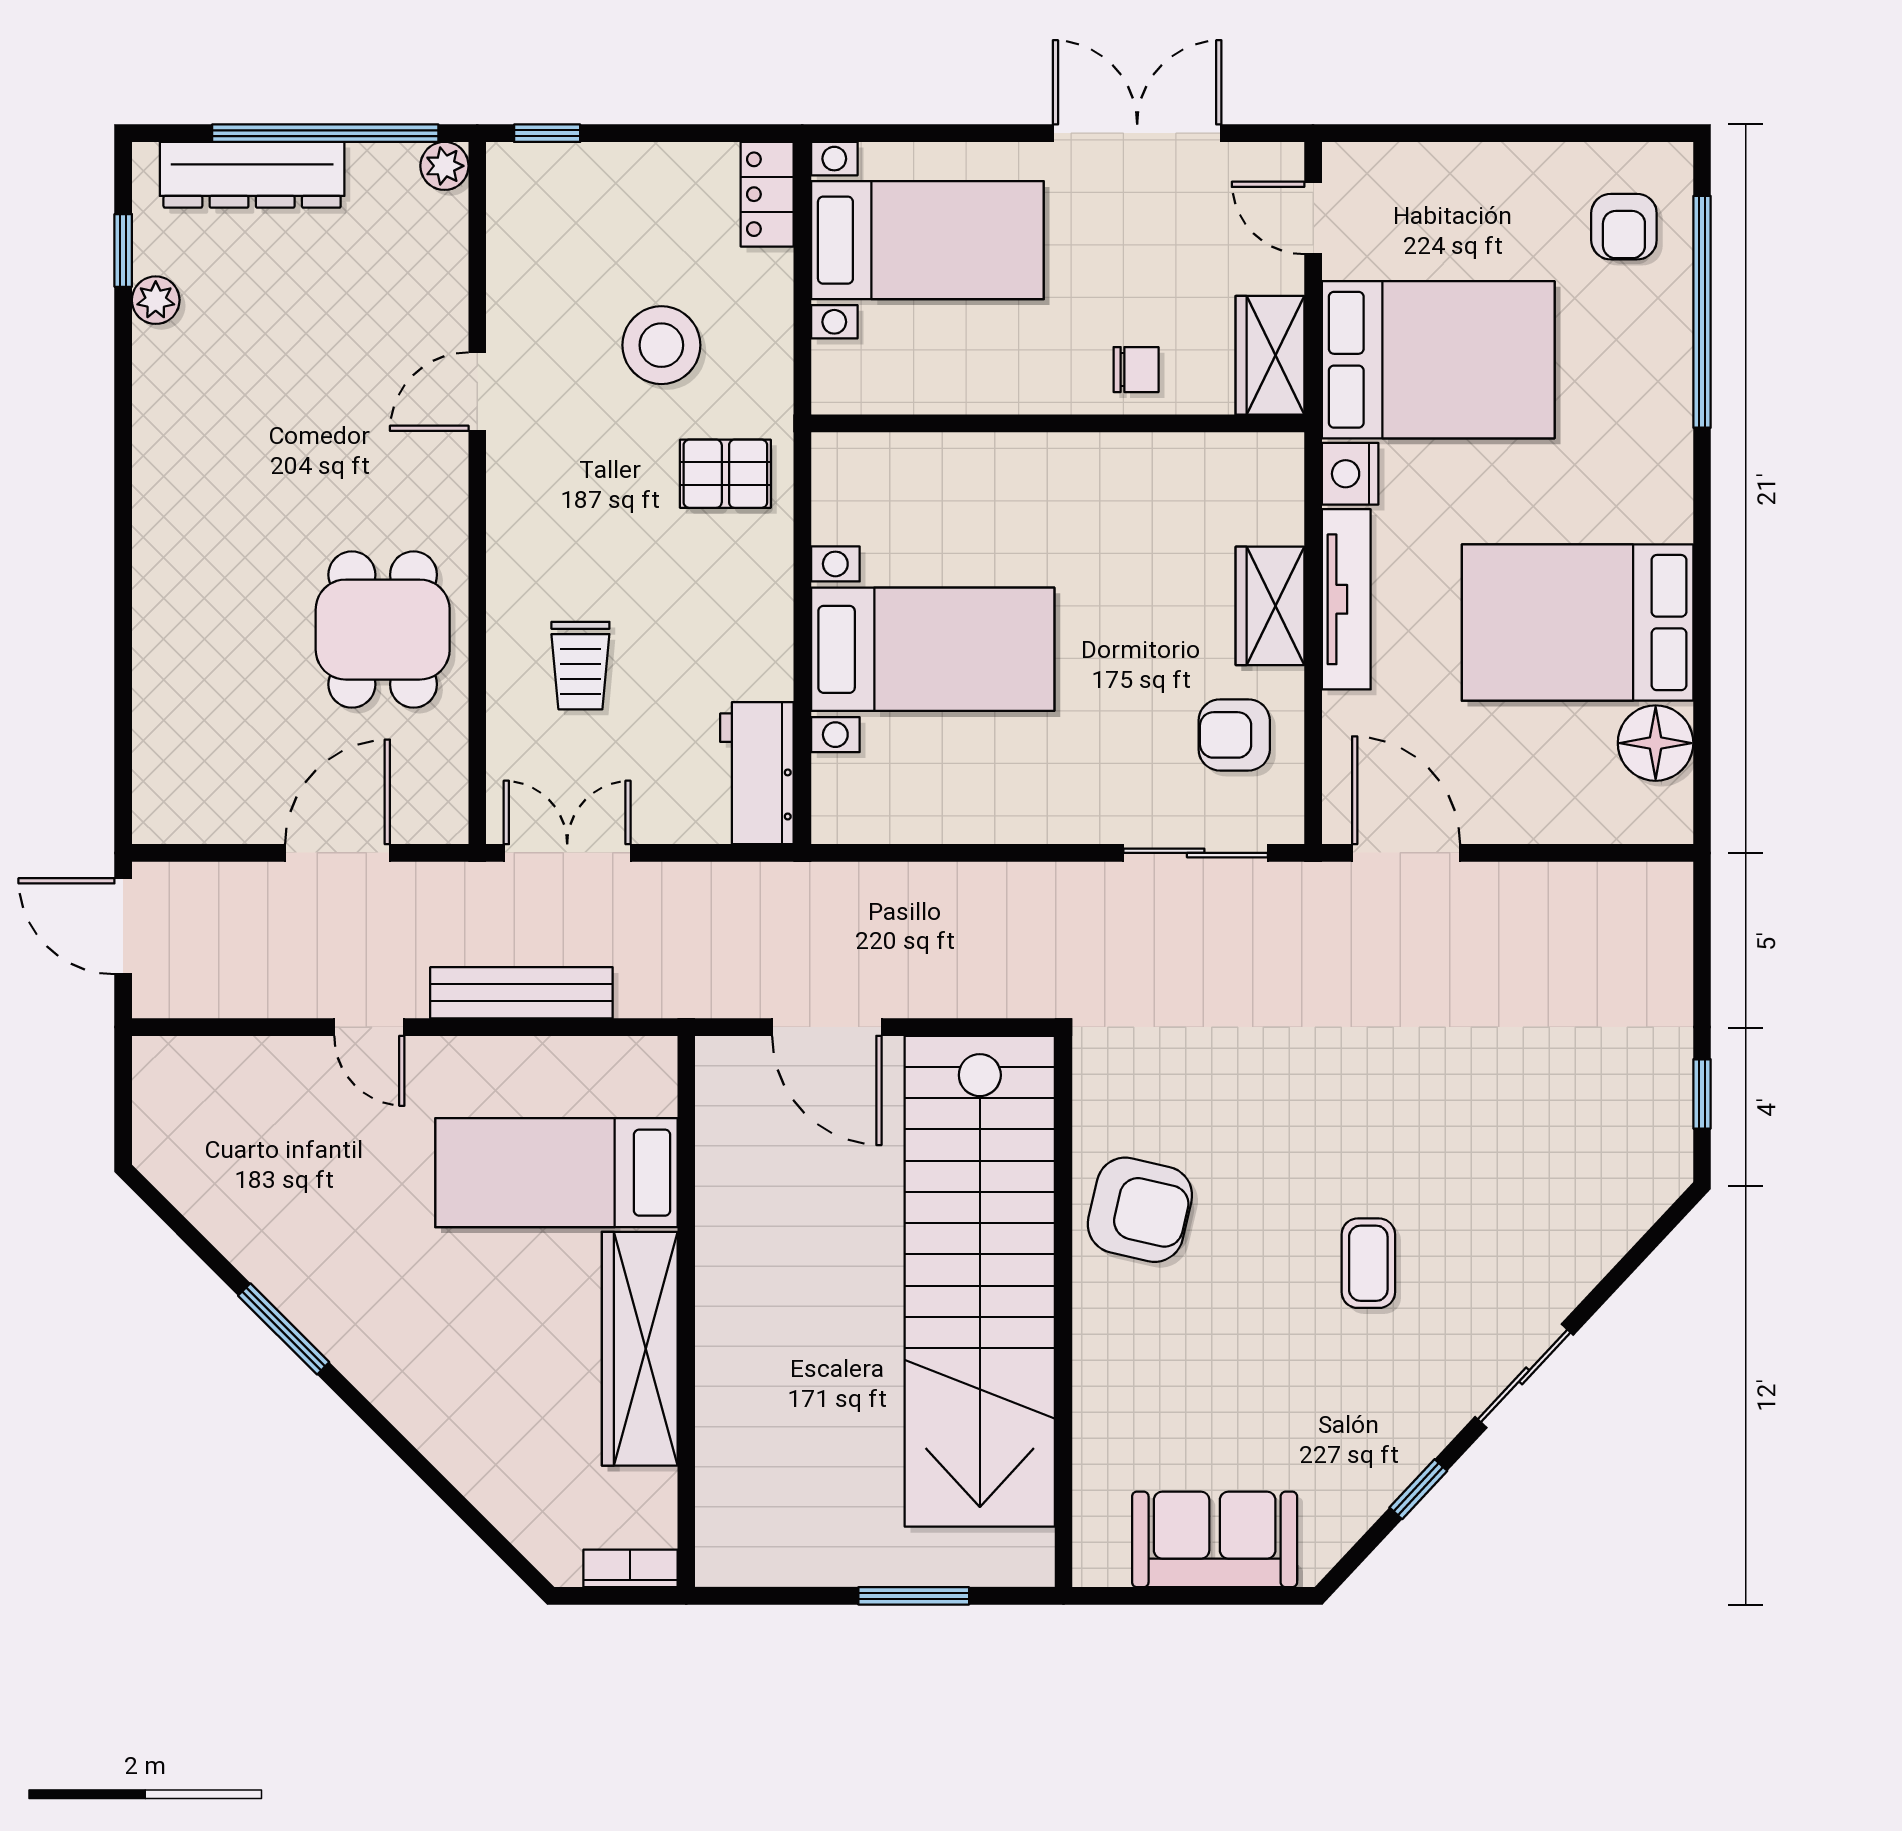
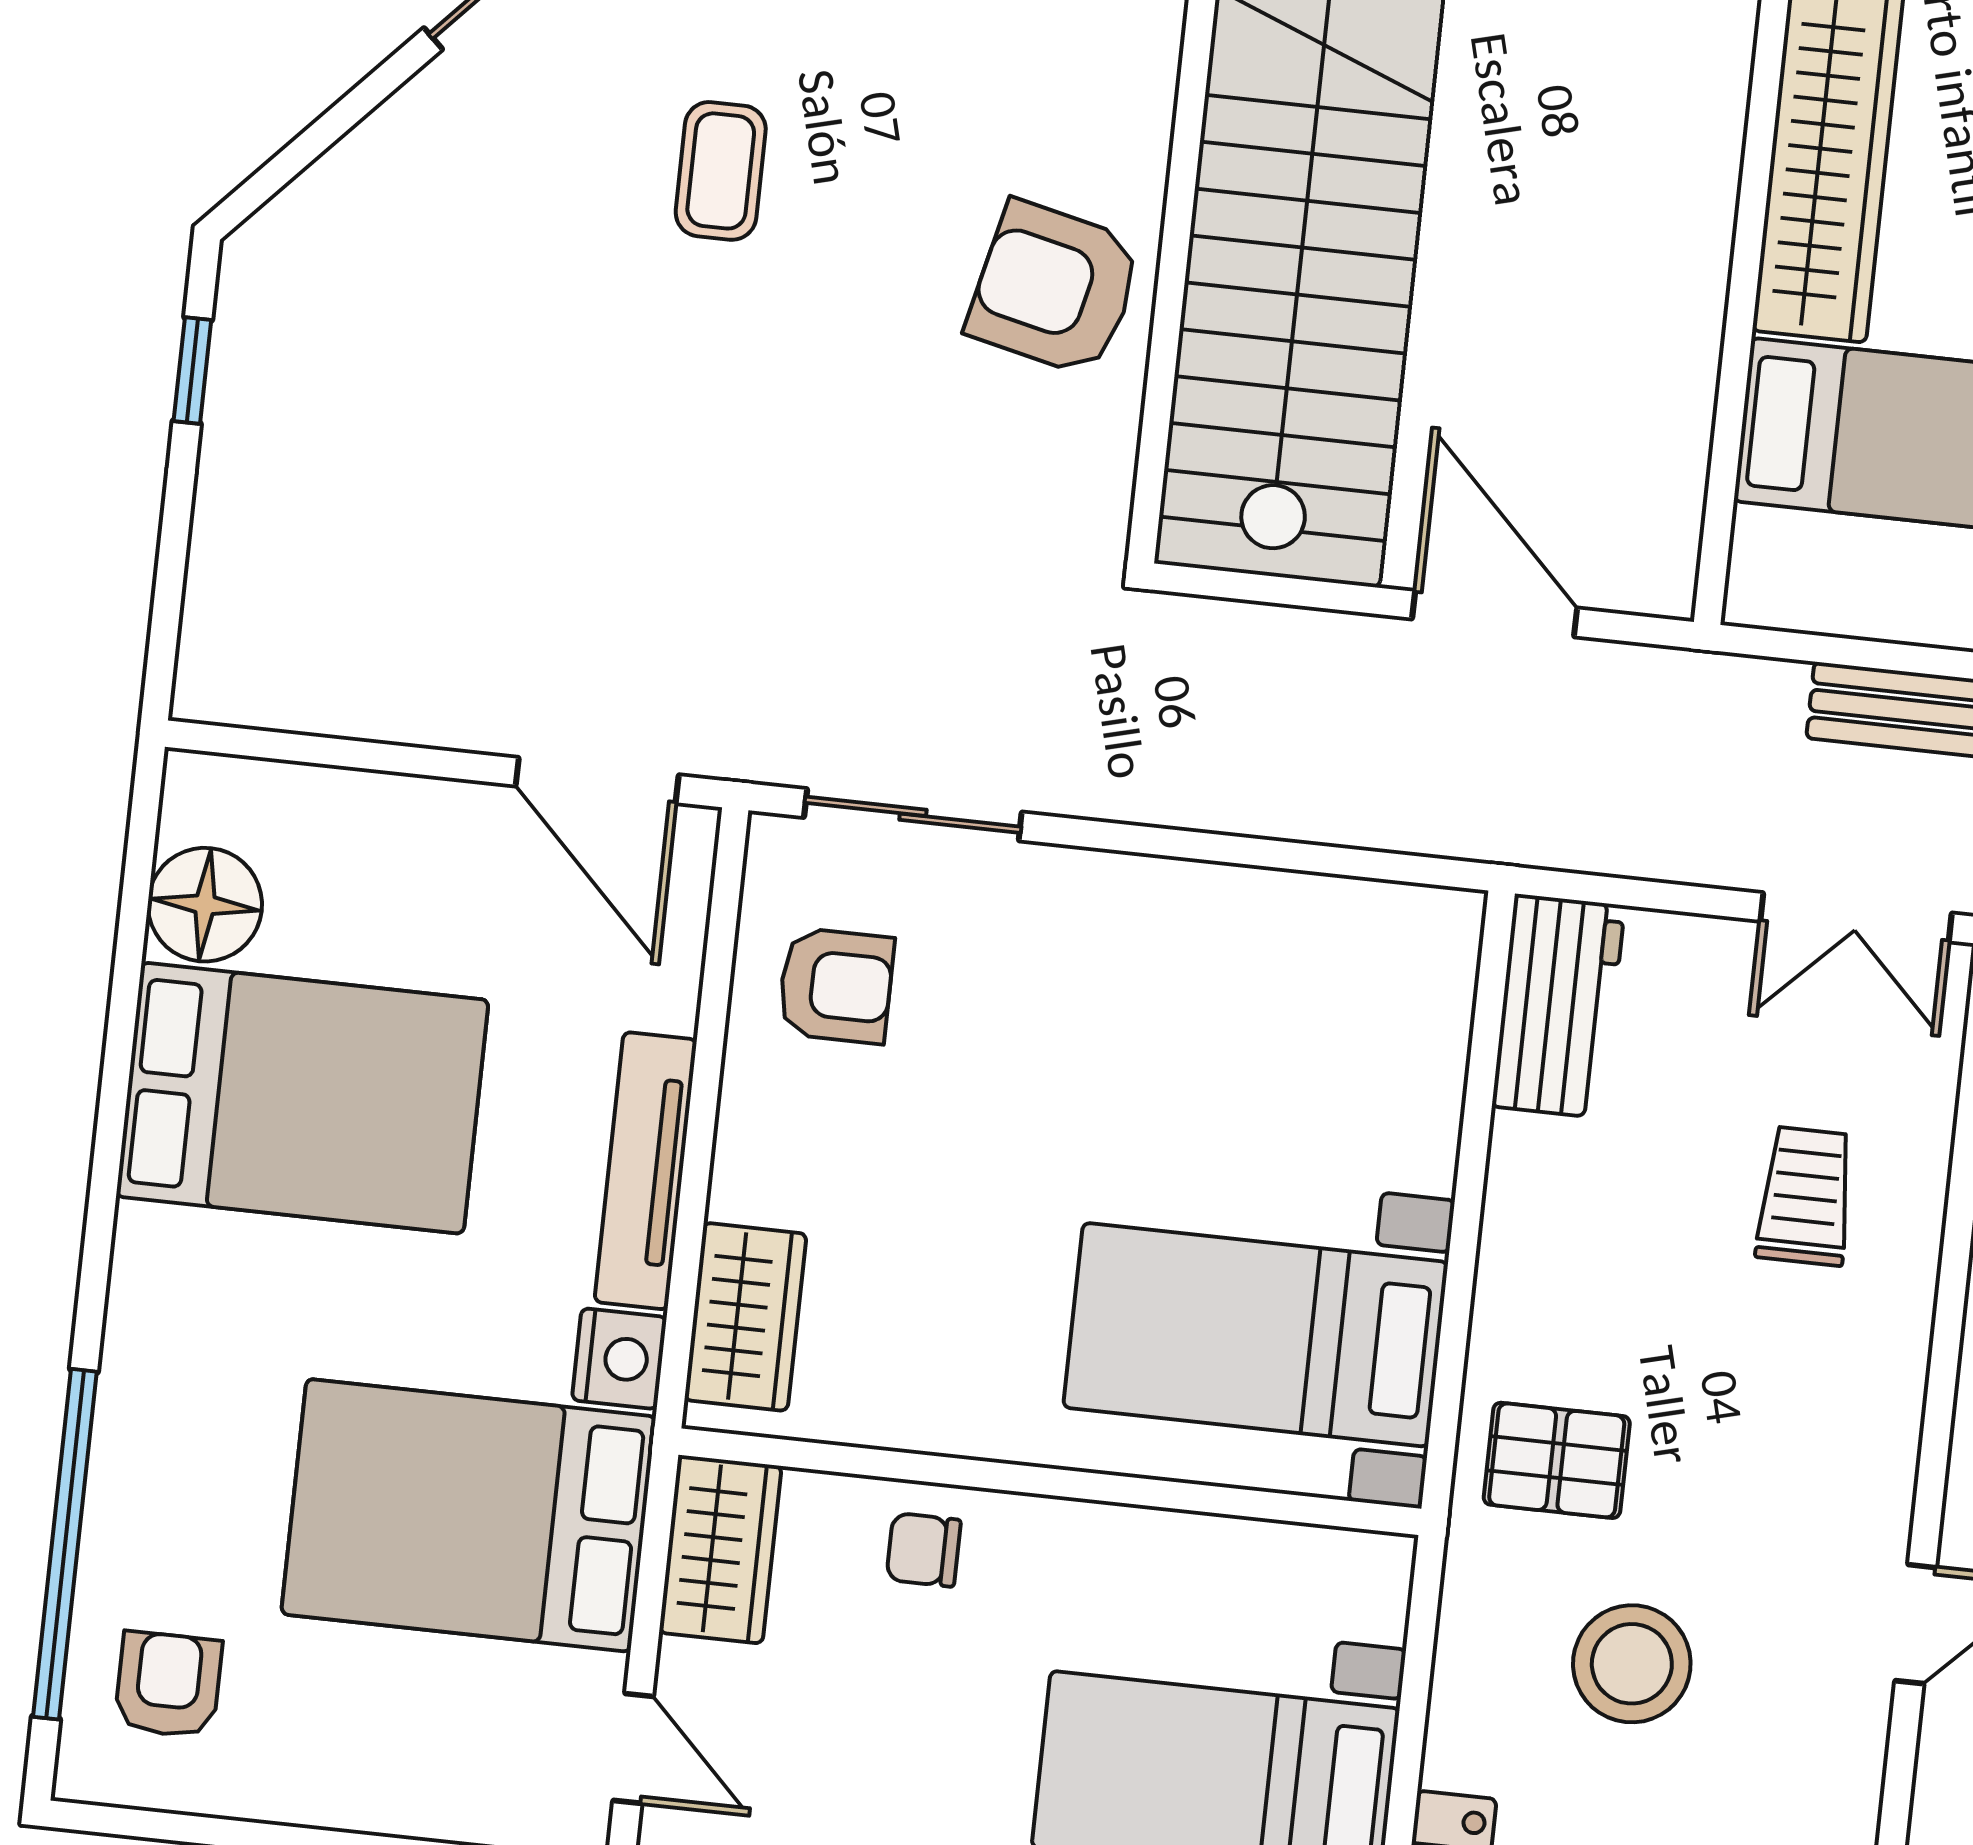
wardrobe: (1270, 606) -> (745, 1317), moved
bed with nightstands: (933, 649) -> (1256, 1335), moved

